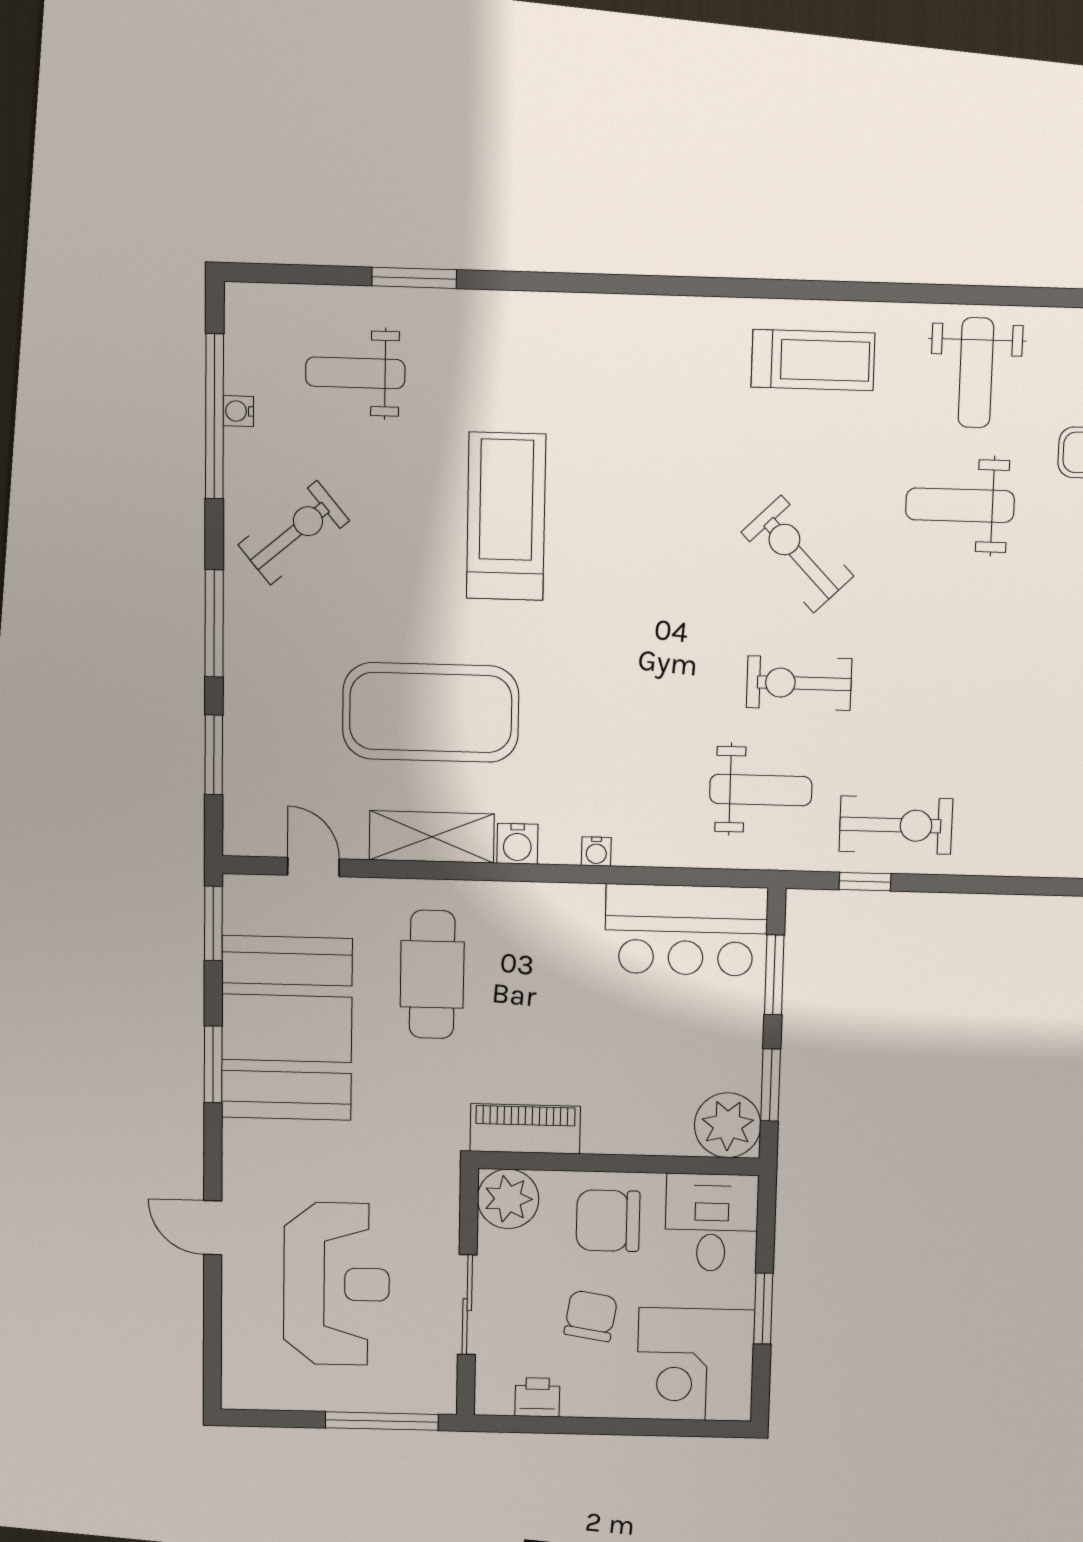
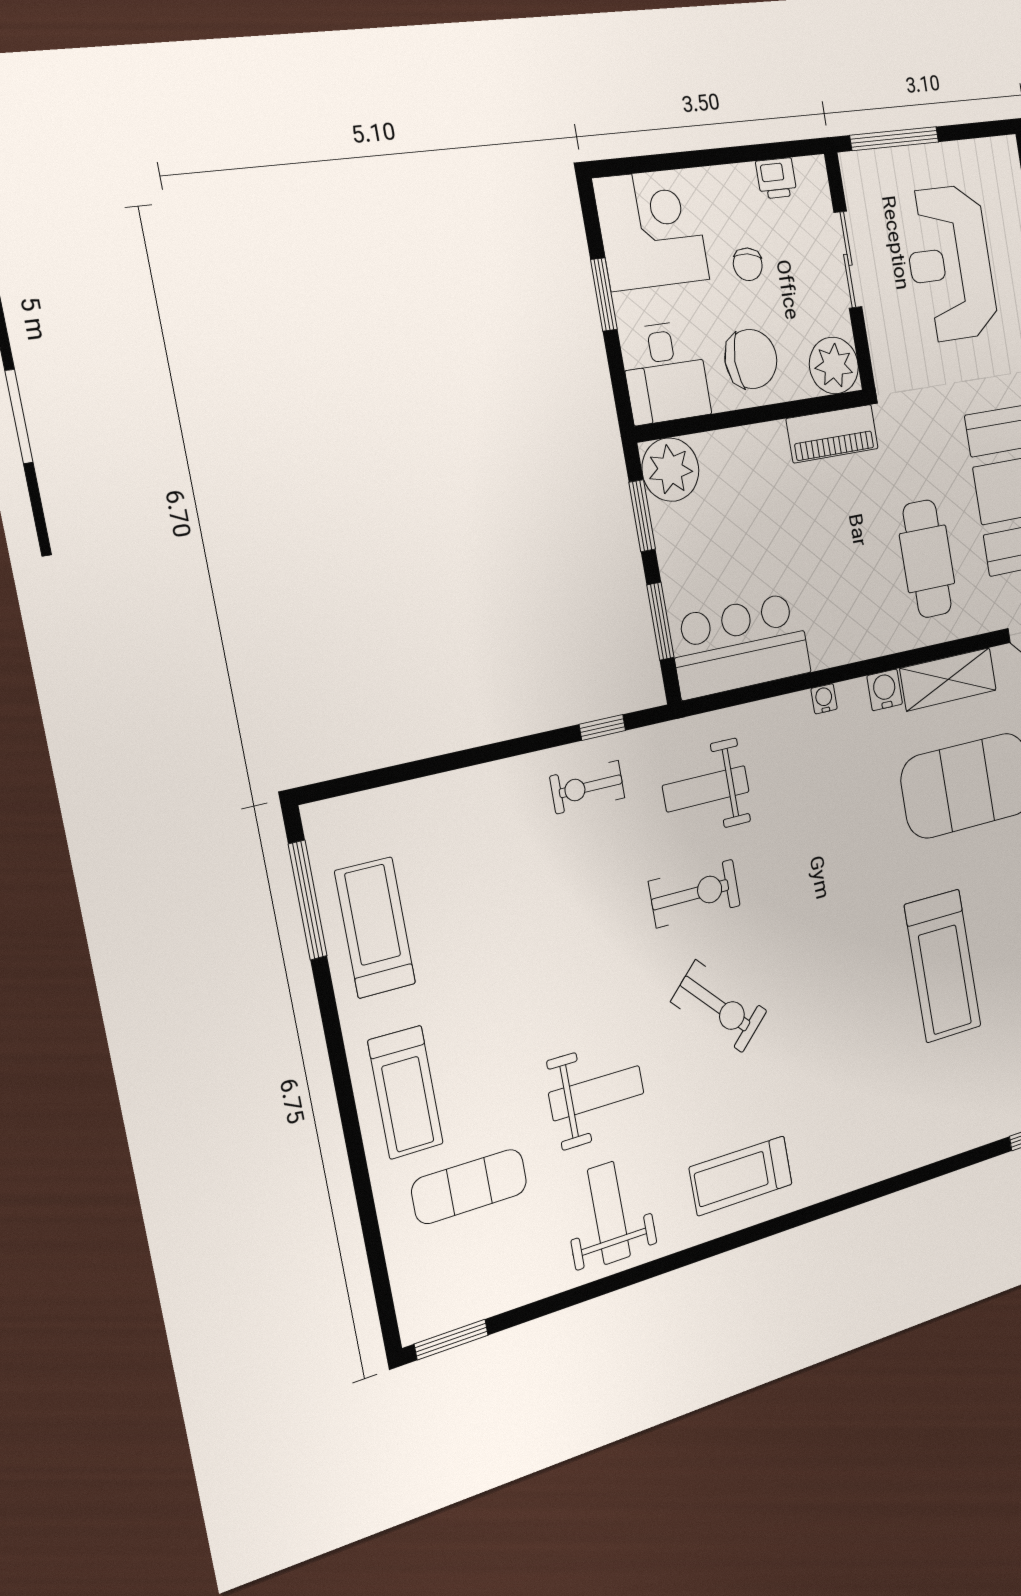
exercise bike: (896, 825) -> (587, 787), width x0.73, depth x0.72
chair: (591, 1316) -> (748, 264), width x0.73, depth x0.73

